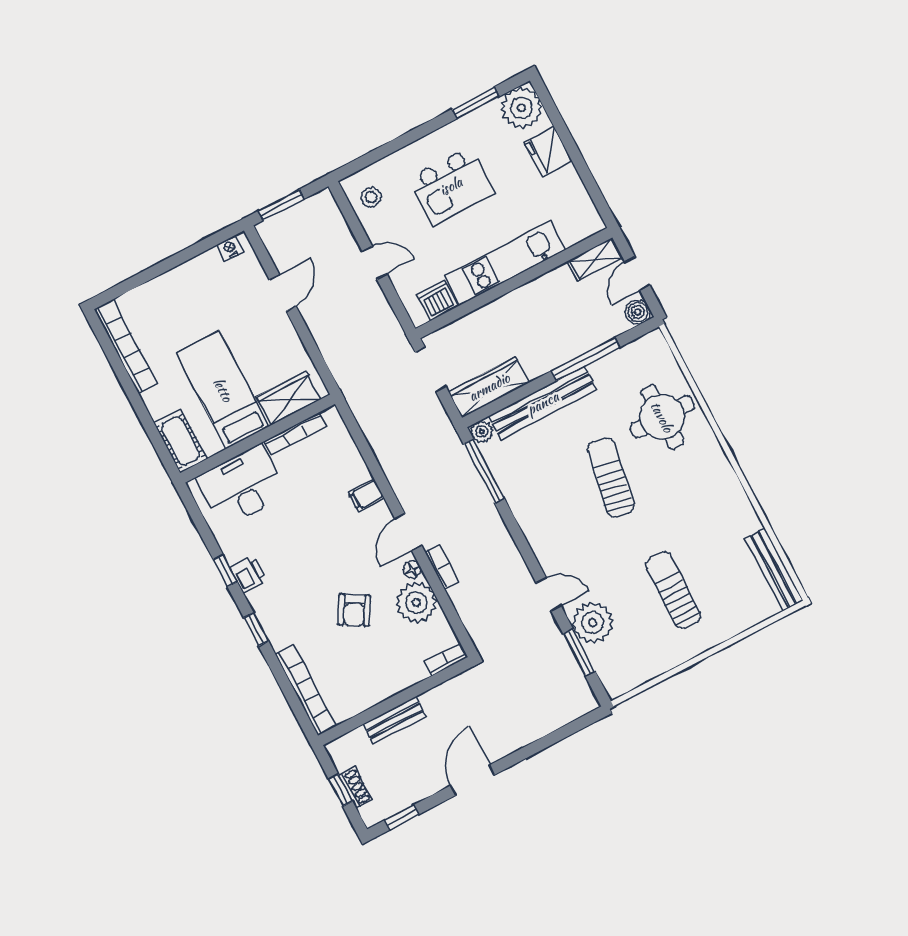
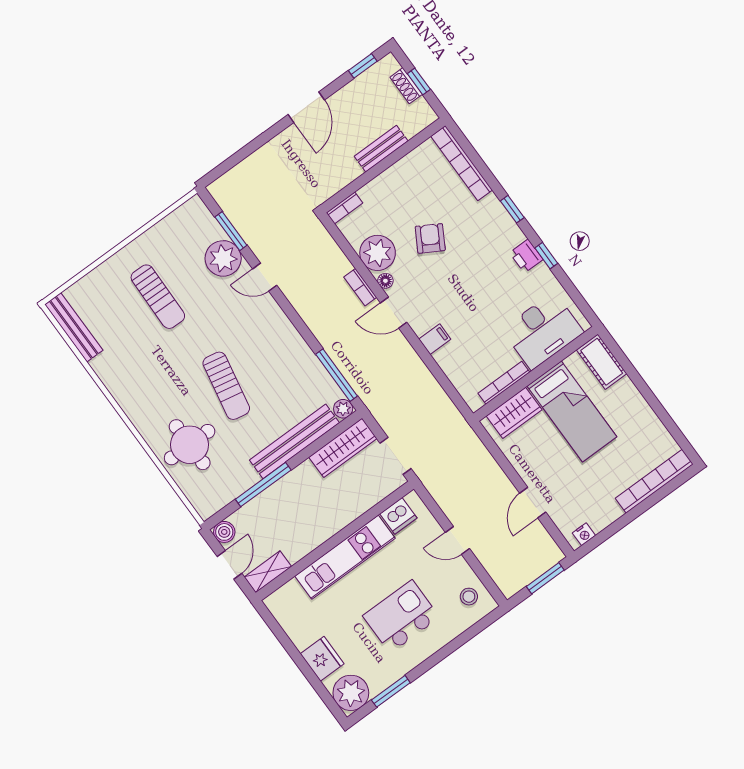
bookcase: (126, 346) -> (654, 481), moved, turned 90
door: (408, 532) -> (394, 313), swing flipped

